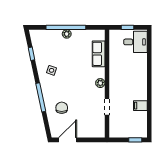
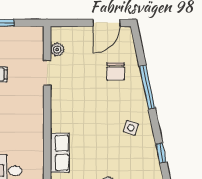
plant: (100, 83) -> (57, 50), moved

